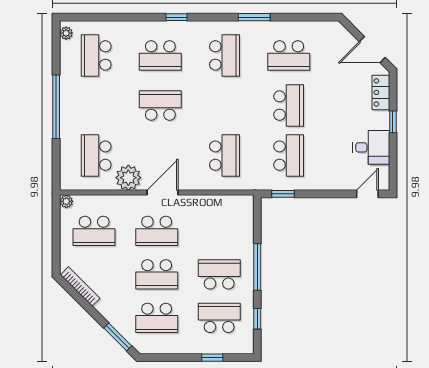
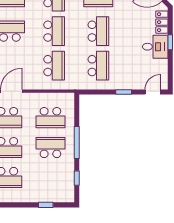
school desk: (225, 106) -> (54, 31), added
desk: (371, 147) -> (155, 47), moved
window: (283, 194) -> (124, 92), moved
school desk: (219, 318) -> (50, 118), moved, turned 180

